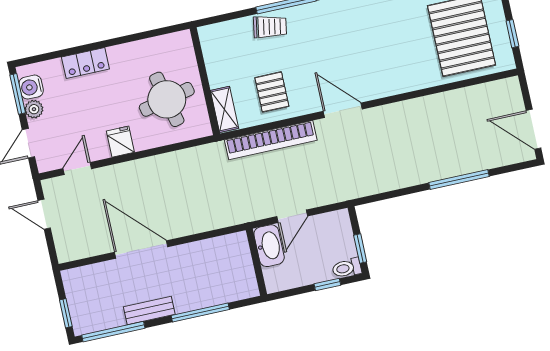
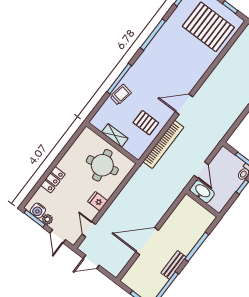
shelving: (224, 109) -> (115, 135), moved

